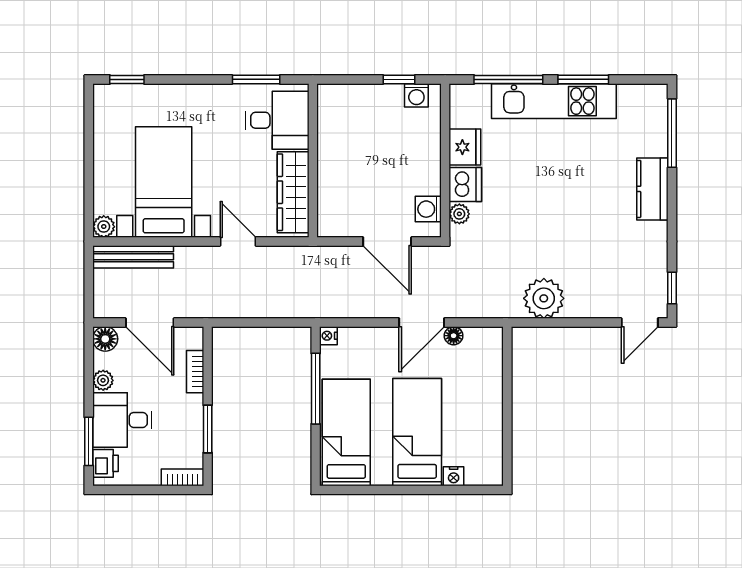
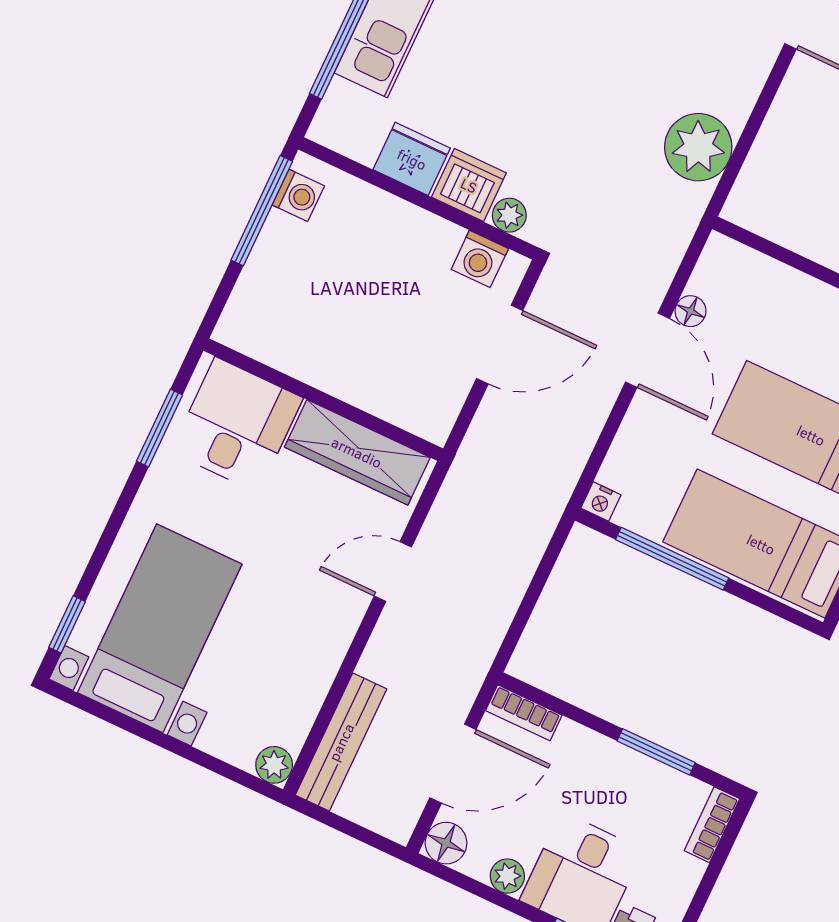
window: (399, 79) -> (262, 211), width x2.17
bed with nightstands: (164, 182) -> (160, 628), moved, turned 90
bookcase: (195, 372) -> (524, 713), moved

